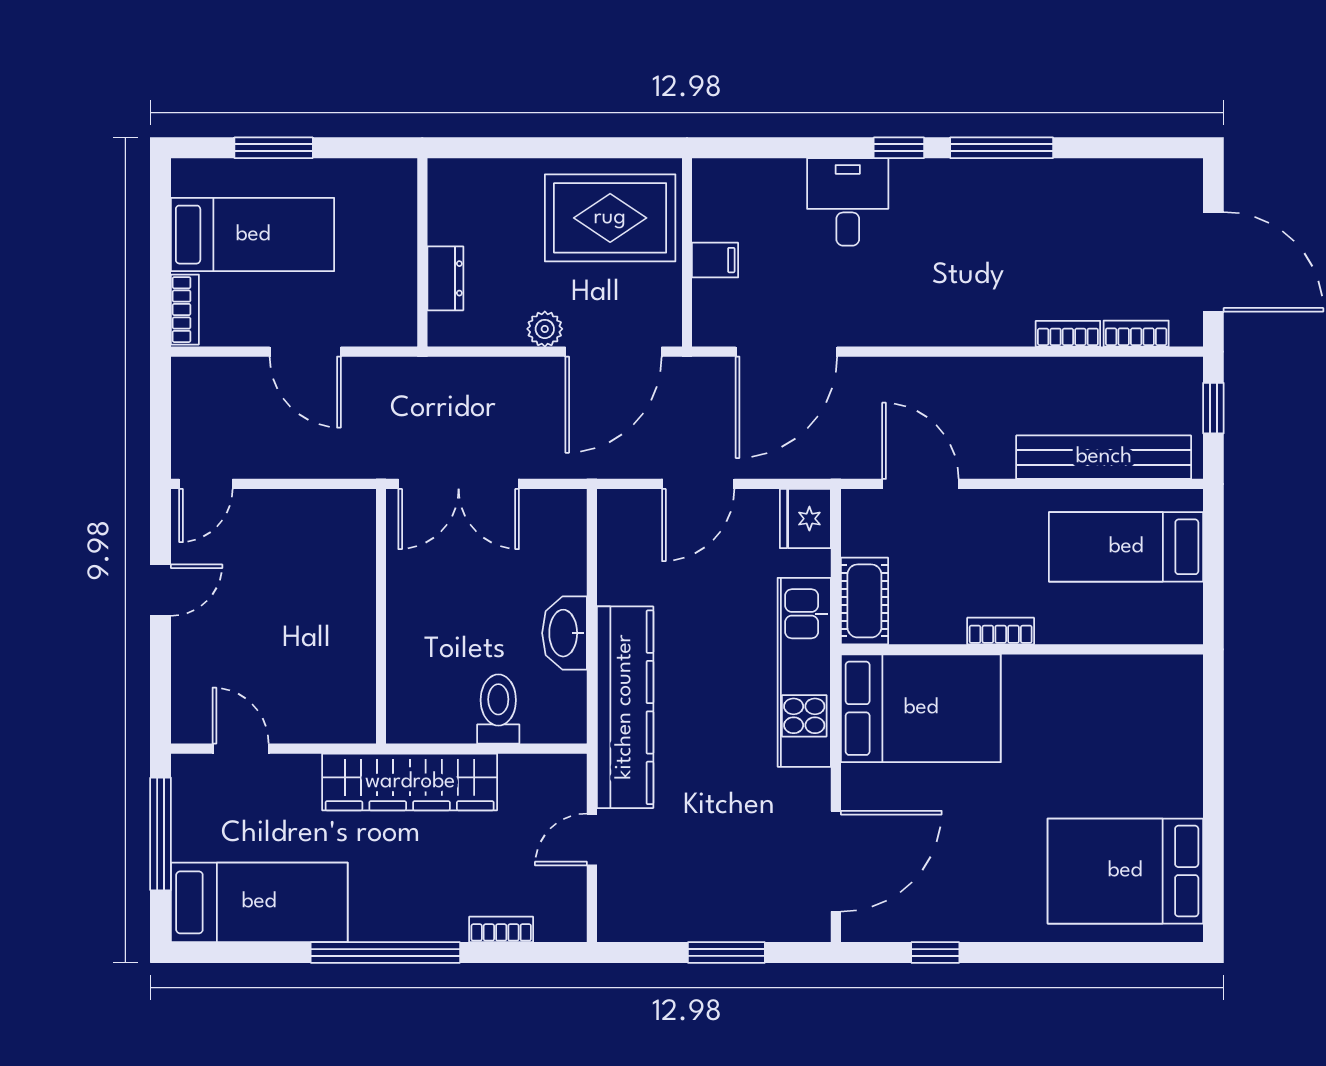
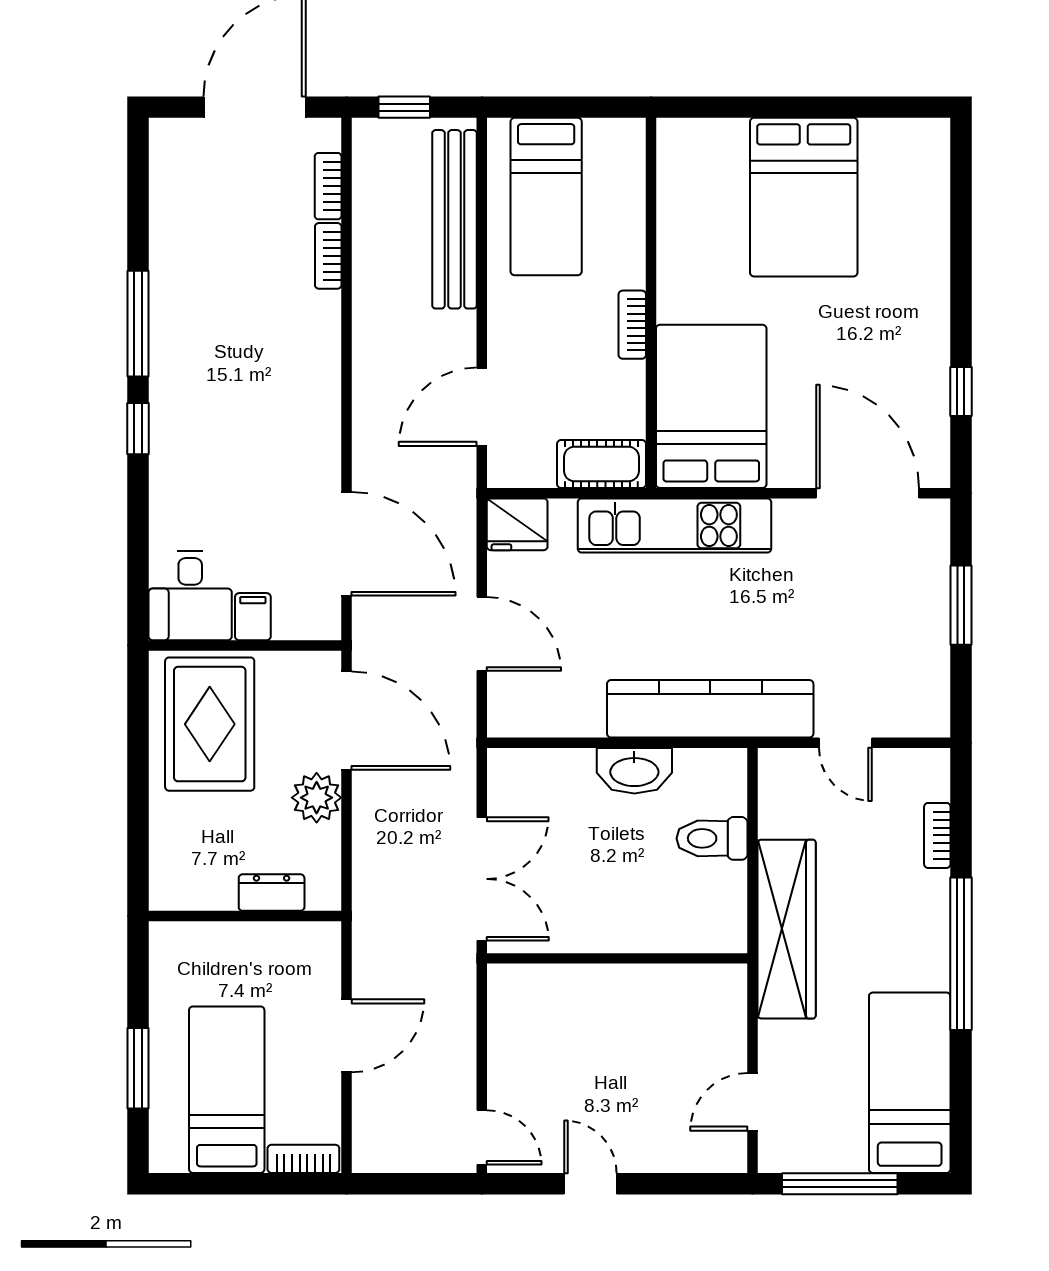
desk: (848, 202) -> (190, 596), moved, turned -90
plant: (545, 329) -> (317, 798), width x1.38, depth x1.38
bed: (1125, 871) -> (804, 197), moved

